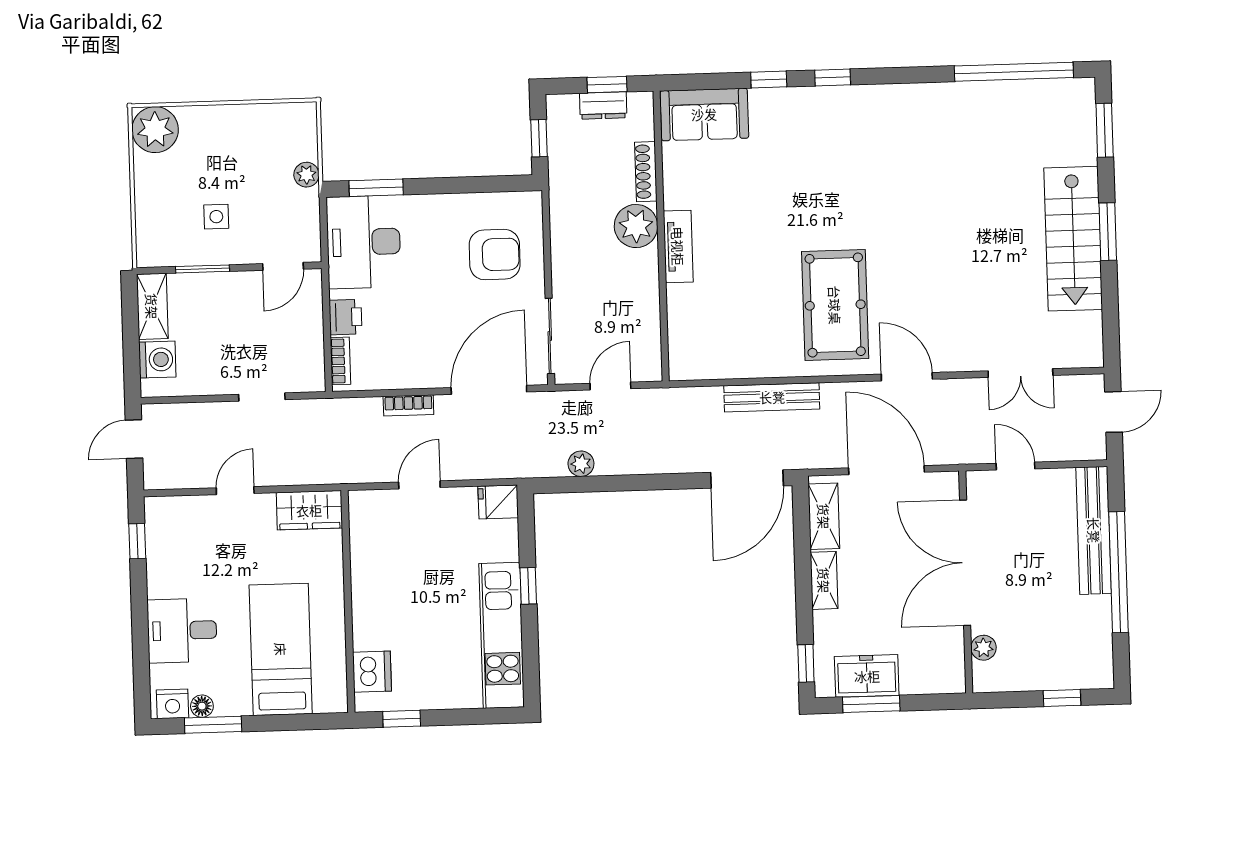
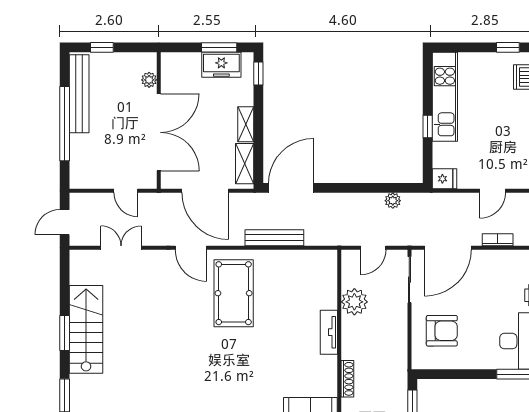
plant: (636, 226) -> (354, 302), moved
armchair: (495, 255) -> (442, 331), turned 180
bench: (1094, 530) -> (79, 94), moved

